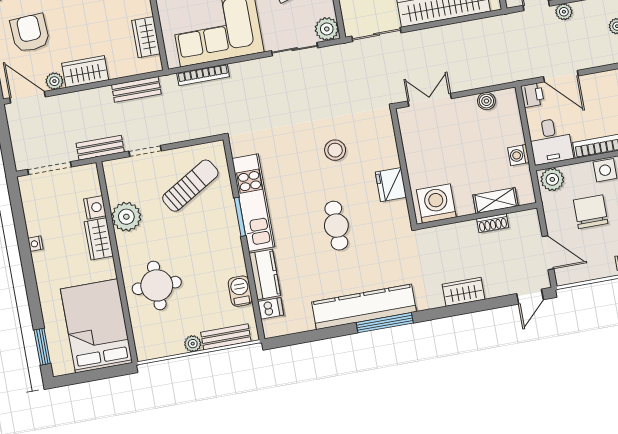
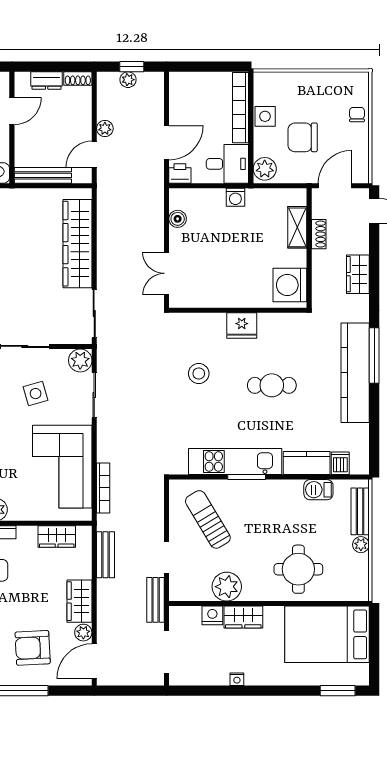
shelving: (496, 200) -> (297, 227), moved
washing machine: (436, 204) -> (290, 285), moved
wall: (477, 216) -> (309, 248), moved
shoe rack: (493, 223) -> (319, 234), moved

